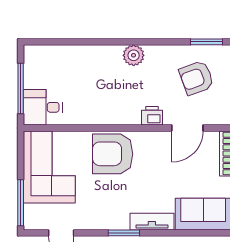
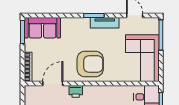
armchair: (113, 154) -> (90, 64), moved
tv unit: (152, 222) -> (105, 23), moved

